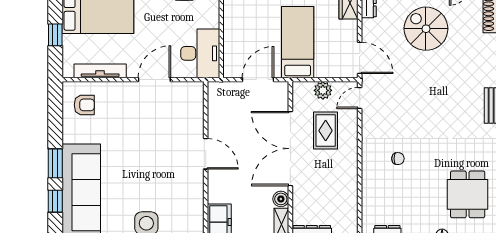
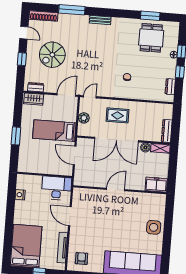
door: (360, 98) -> (90, 97), swing flipped
rug: (326, 131) -> (117, 115), moved
dining table: (468, 194) -> (151, 38), turned 90

